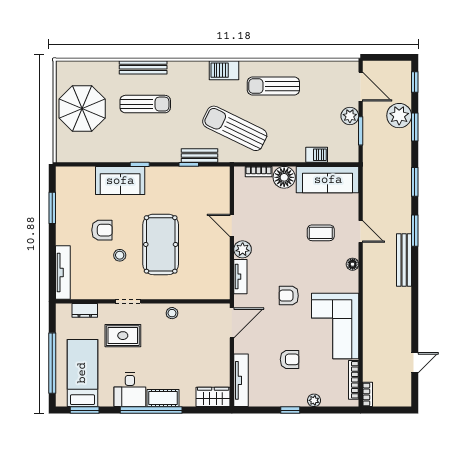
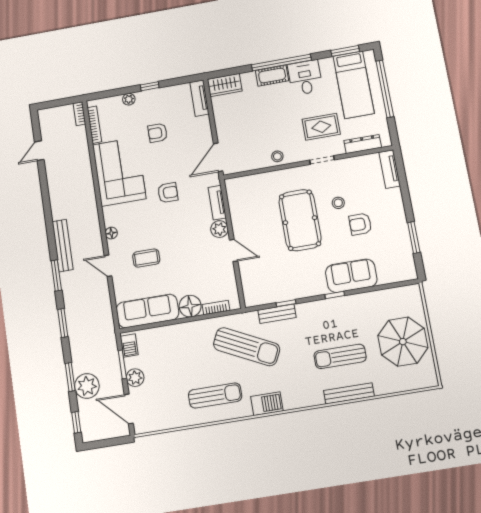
barbecue: (317, 155) -> (129, 345), moved, turned -90
tv unit: (63, 272) -> (390, 169), width x0.71
dresser: (85, 310) -> (363, 144), width x1.44
tv unit: (241, 380) -> (199, 98), width x0.71

